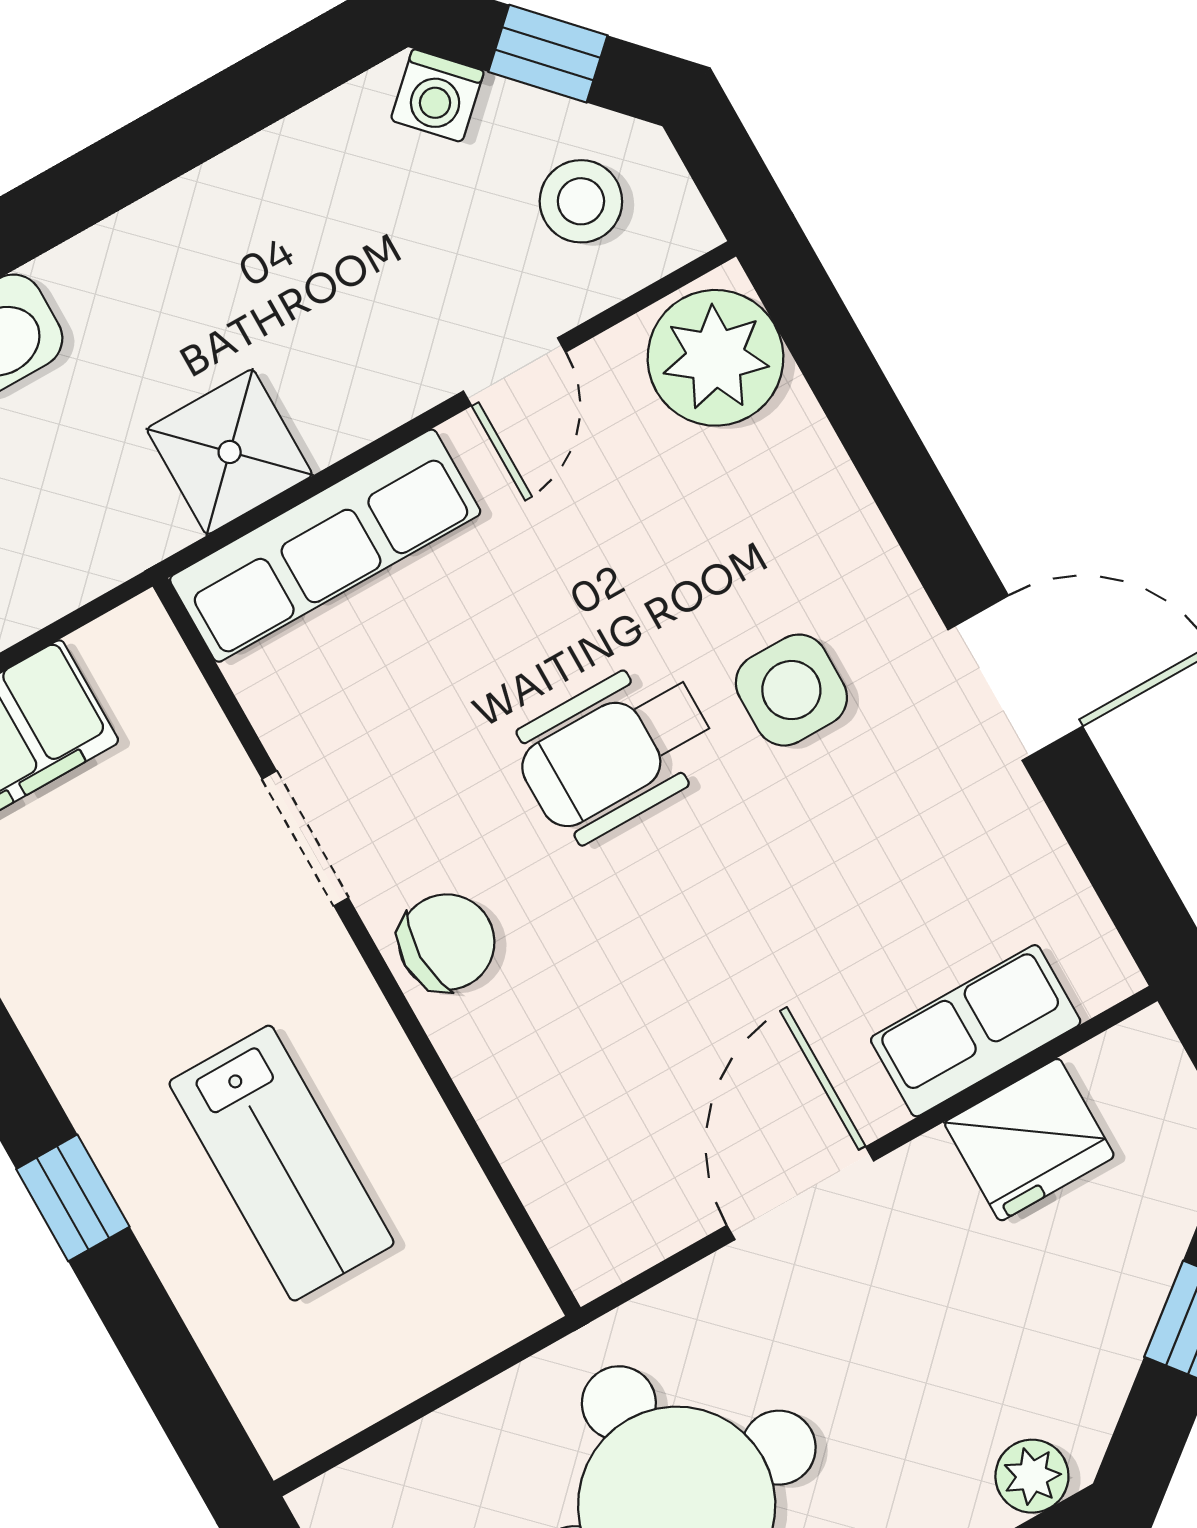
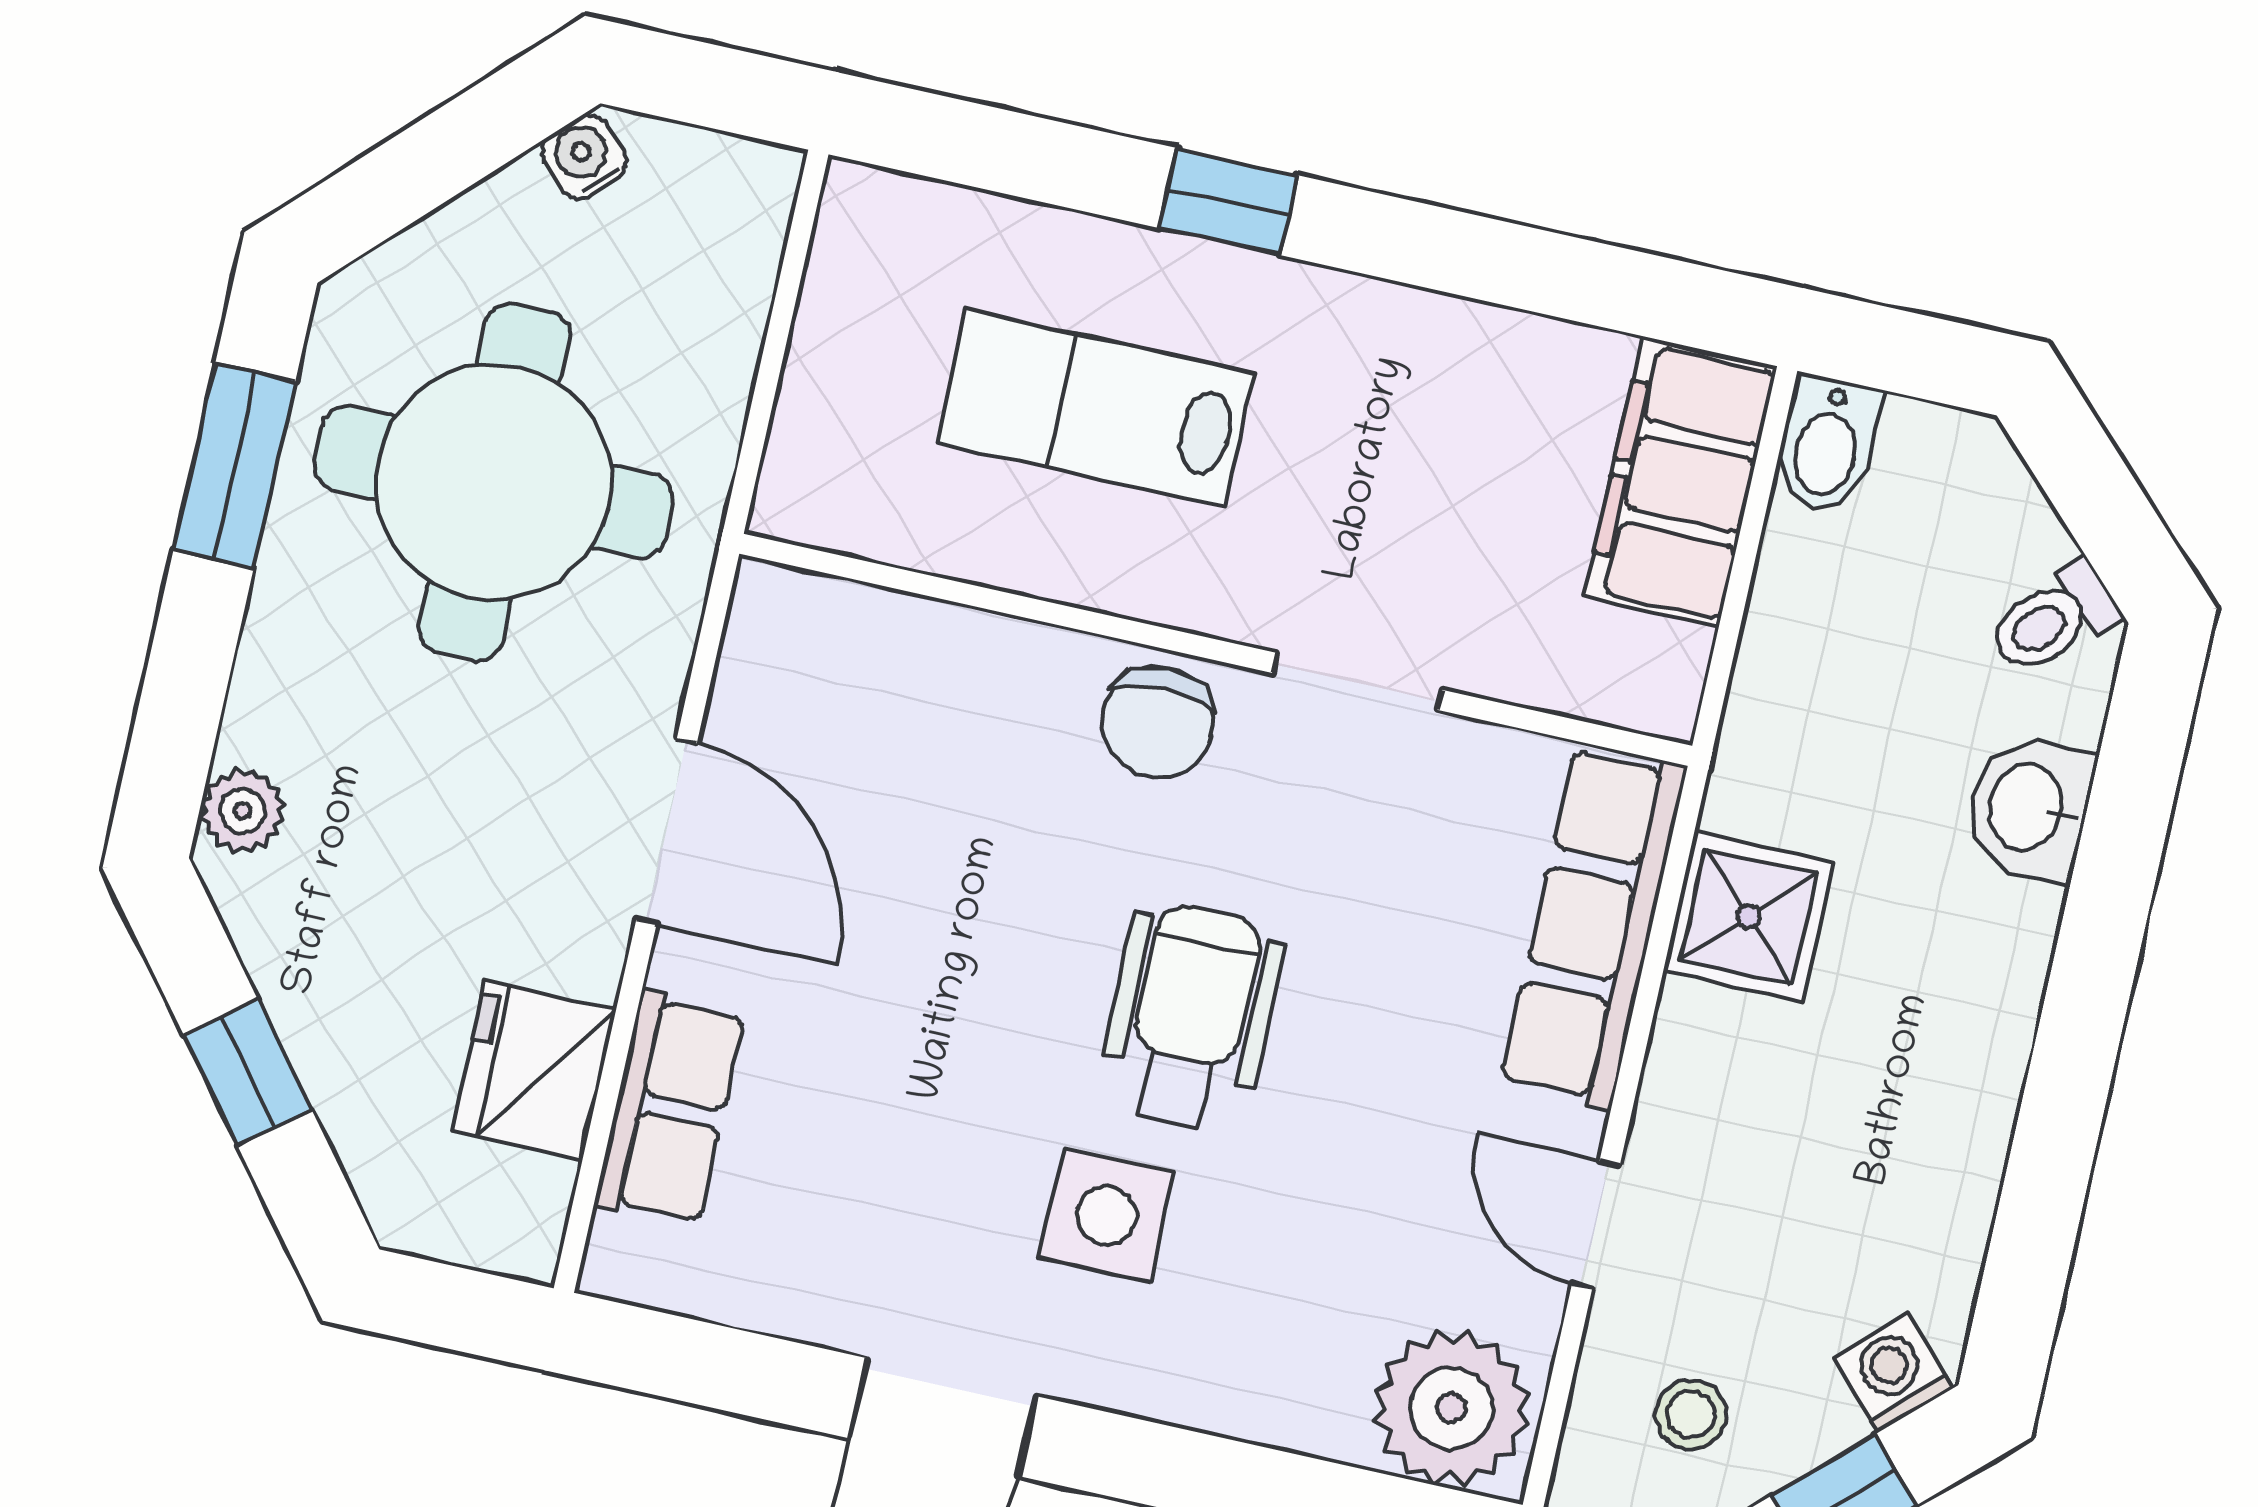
stool: (581, 201) -> (1691, 1414), width x0.73, depth x0.73

